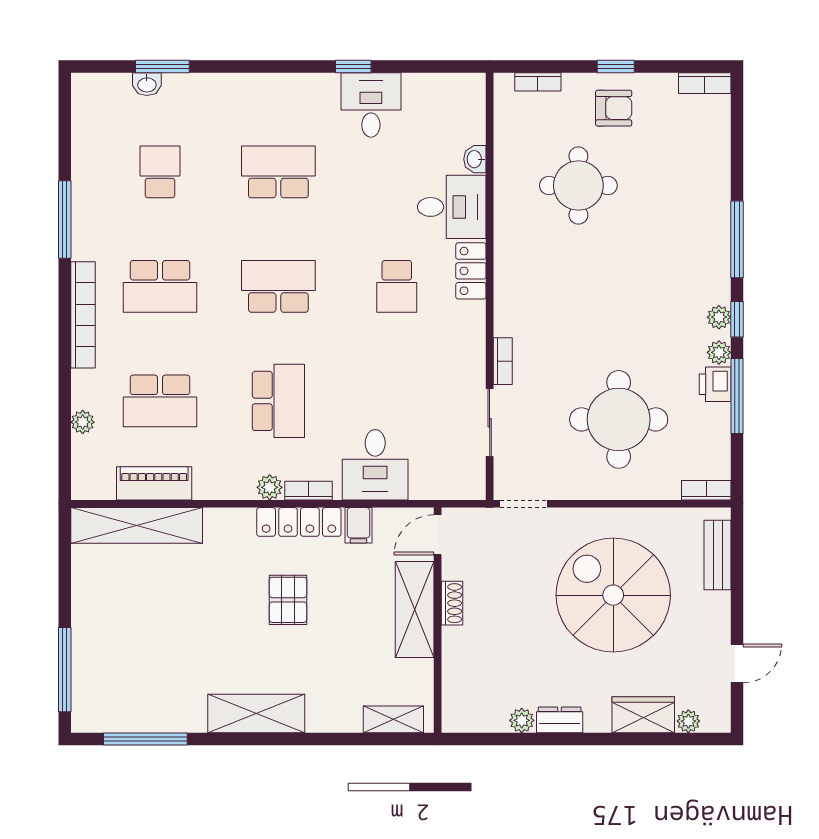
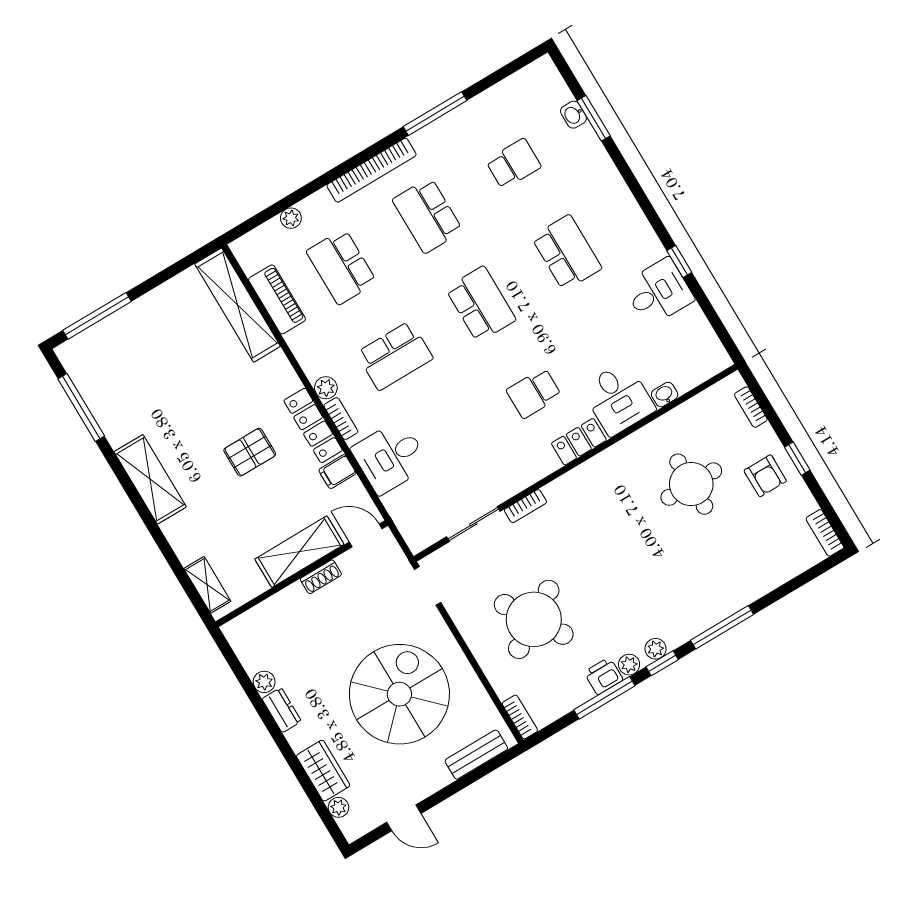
round table: (619, 419) -> (534, 619), turned -32

